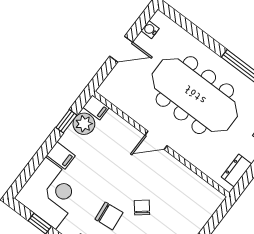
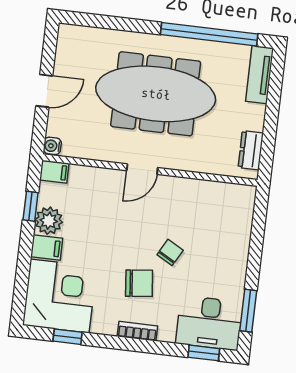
water cooler: (150, 30) -> (52, 146), moved
plant: (84, 124) -> (49, 221), moved
chair: (142, 207) -> (170, 252), turned 68

